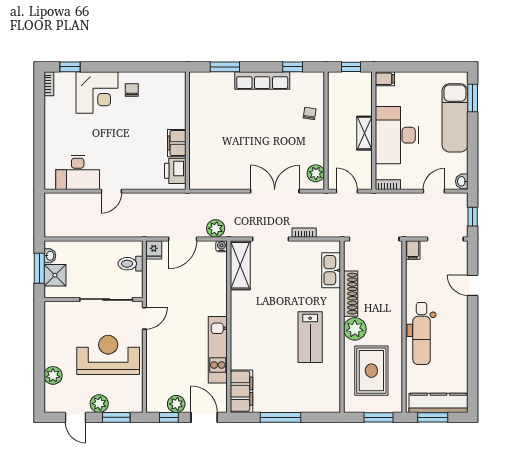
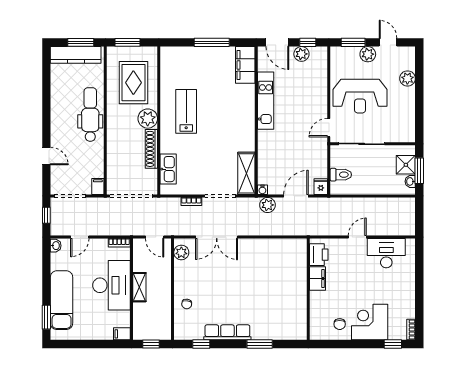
wall: (187, 131) -> (308, 289), moved
filing cabinet: (177, 143) -> (318, 278), moved
printer: (175, 171) -> (319, 255), moved

